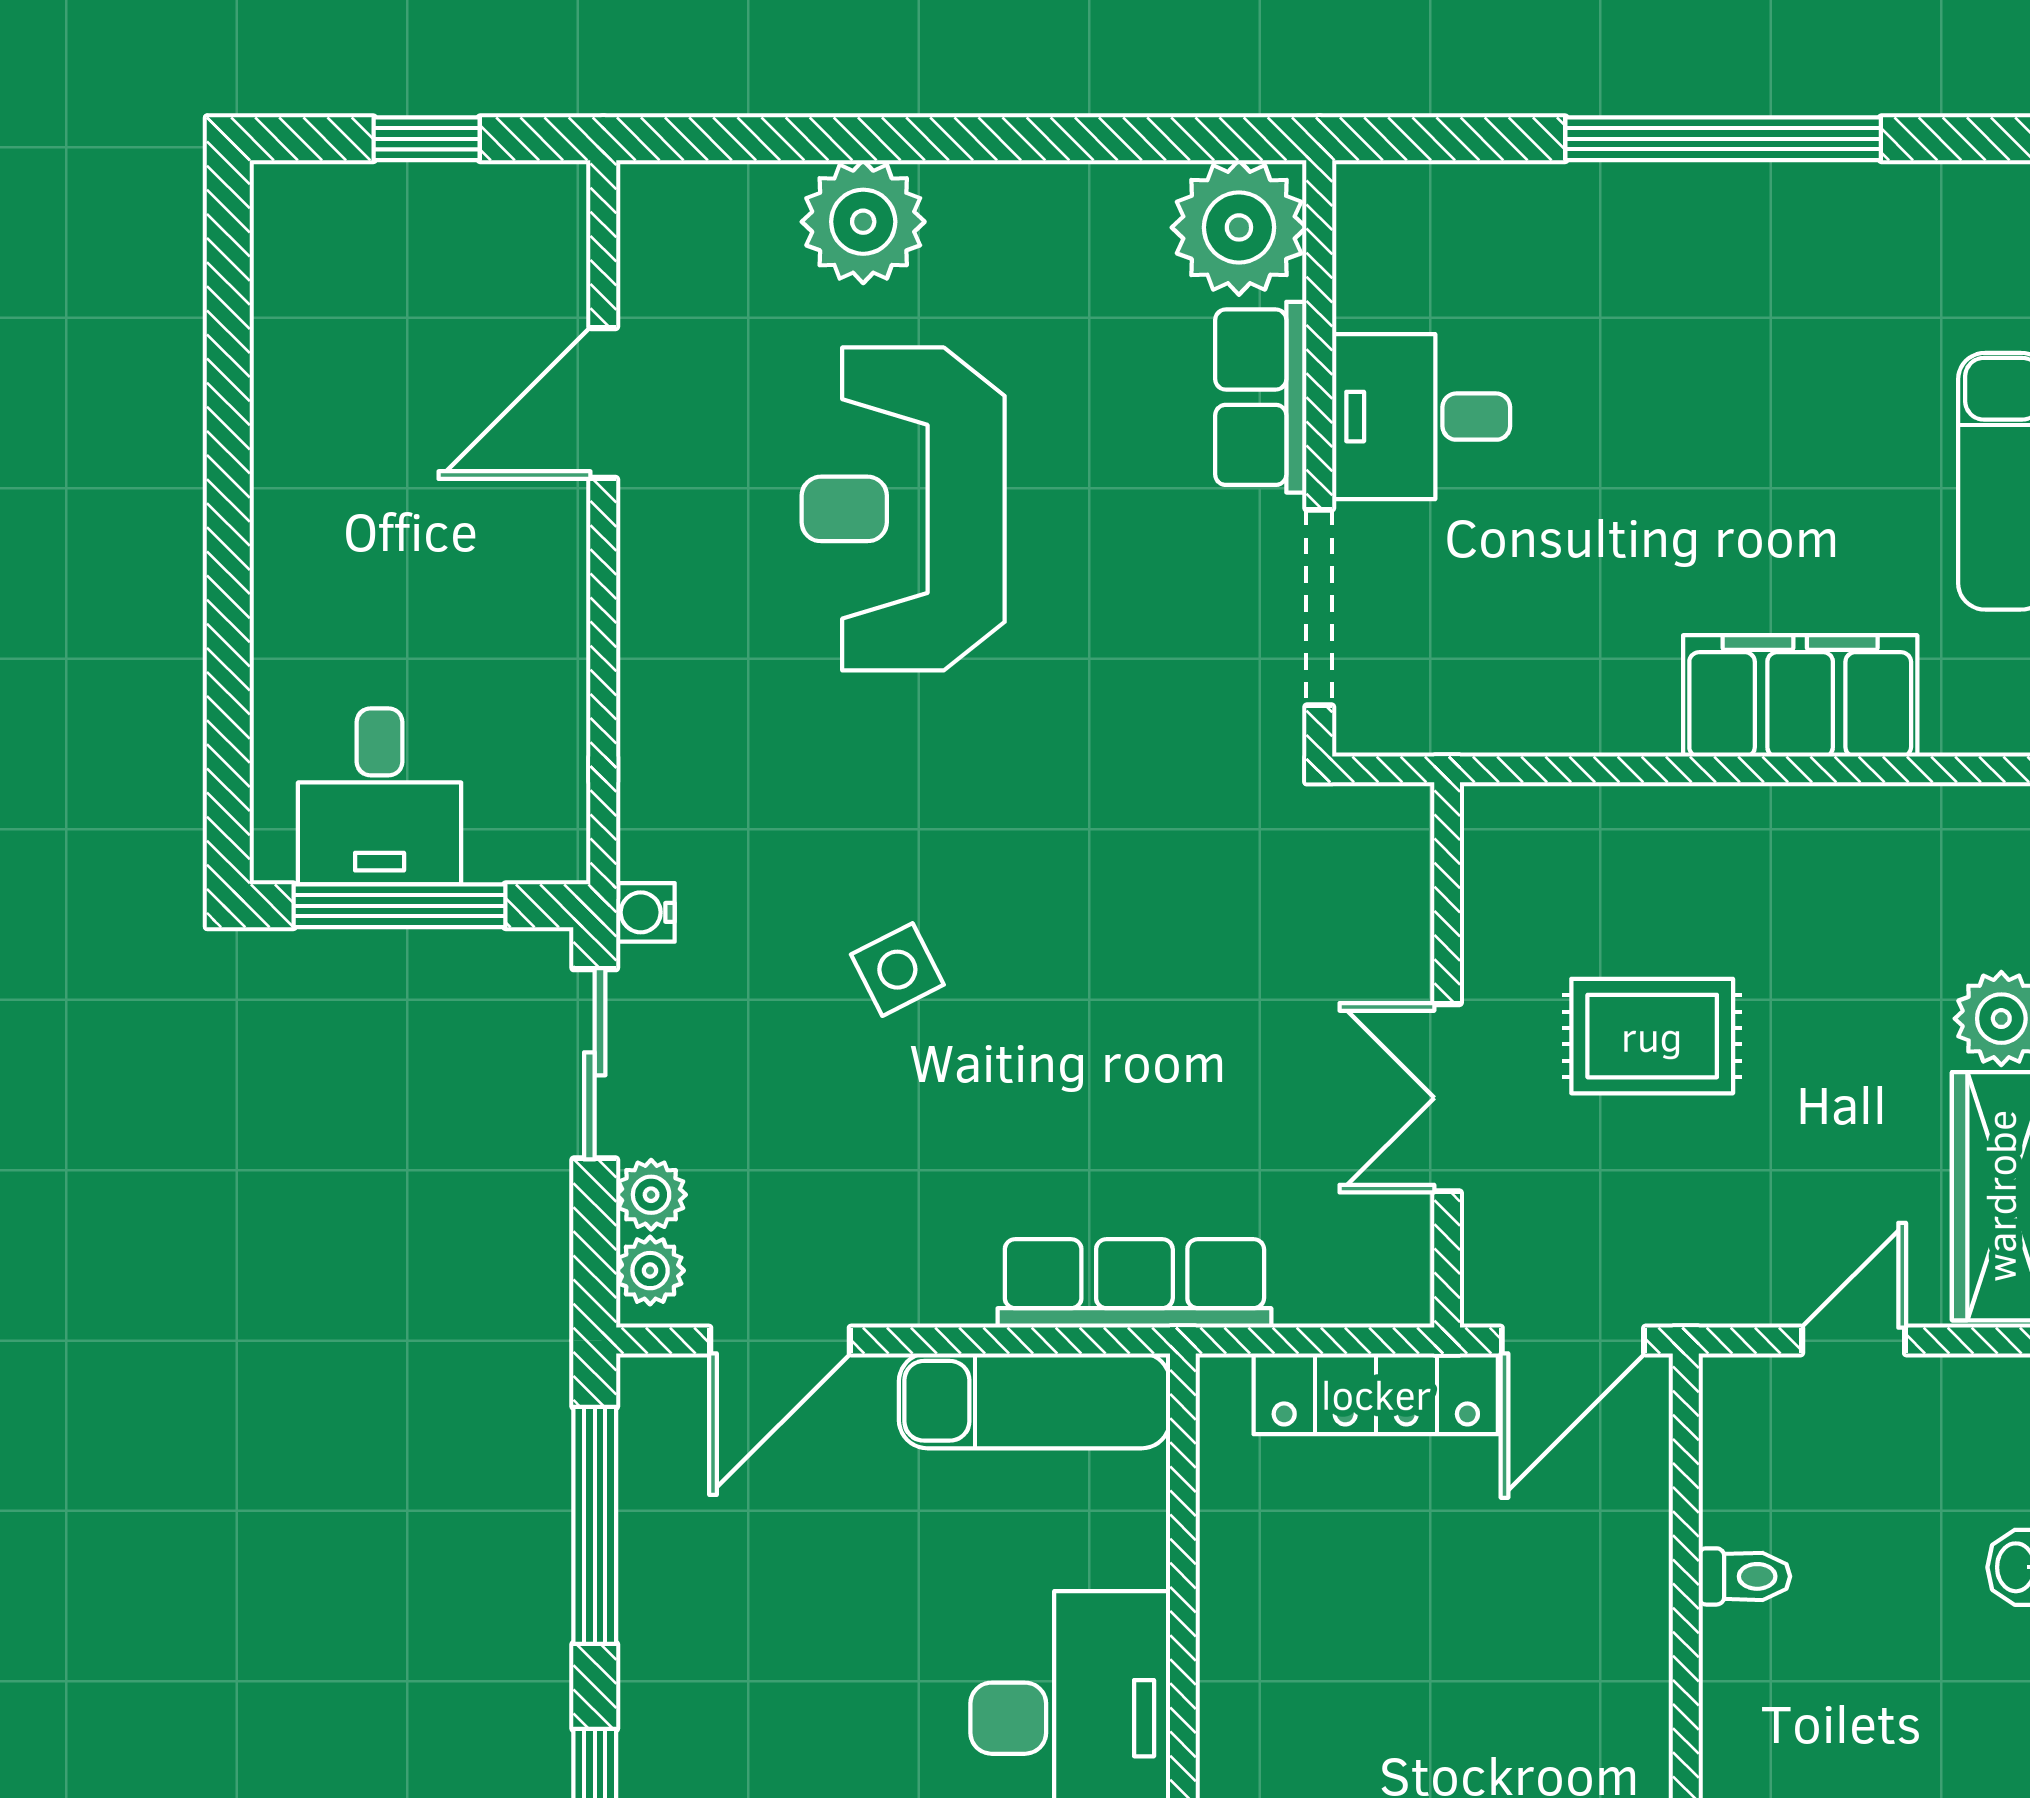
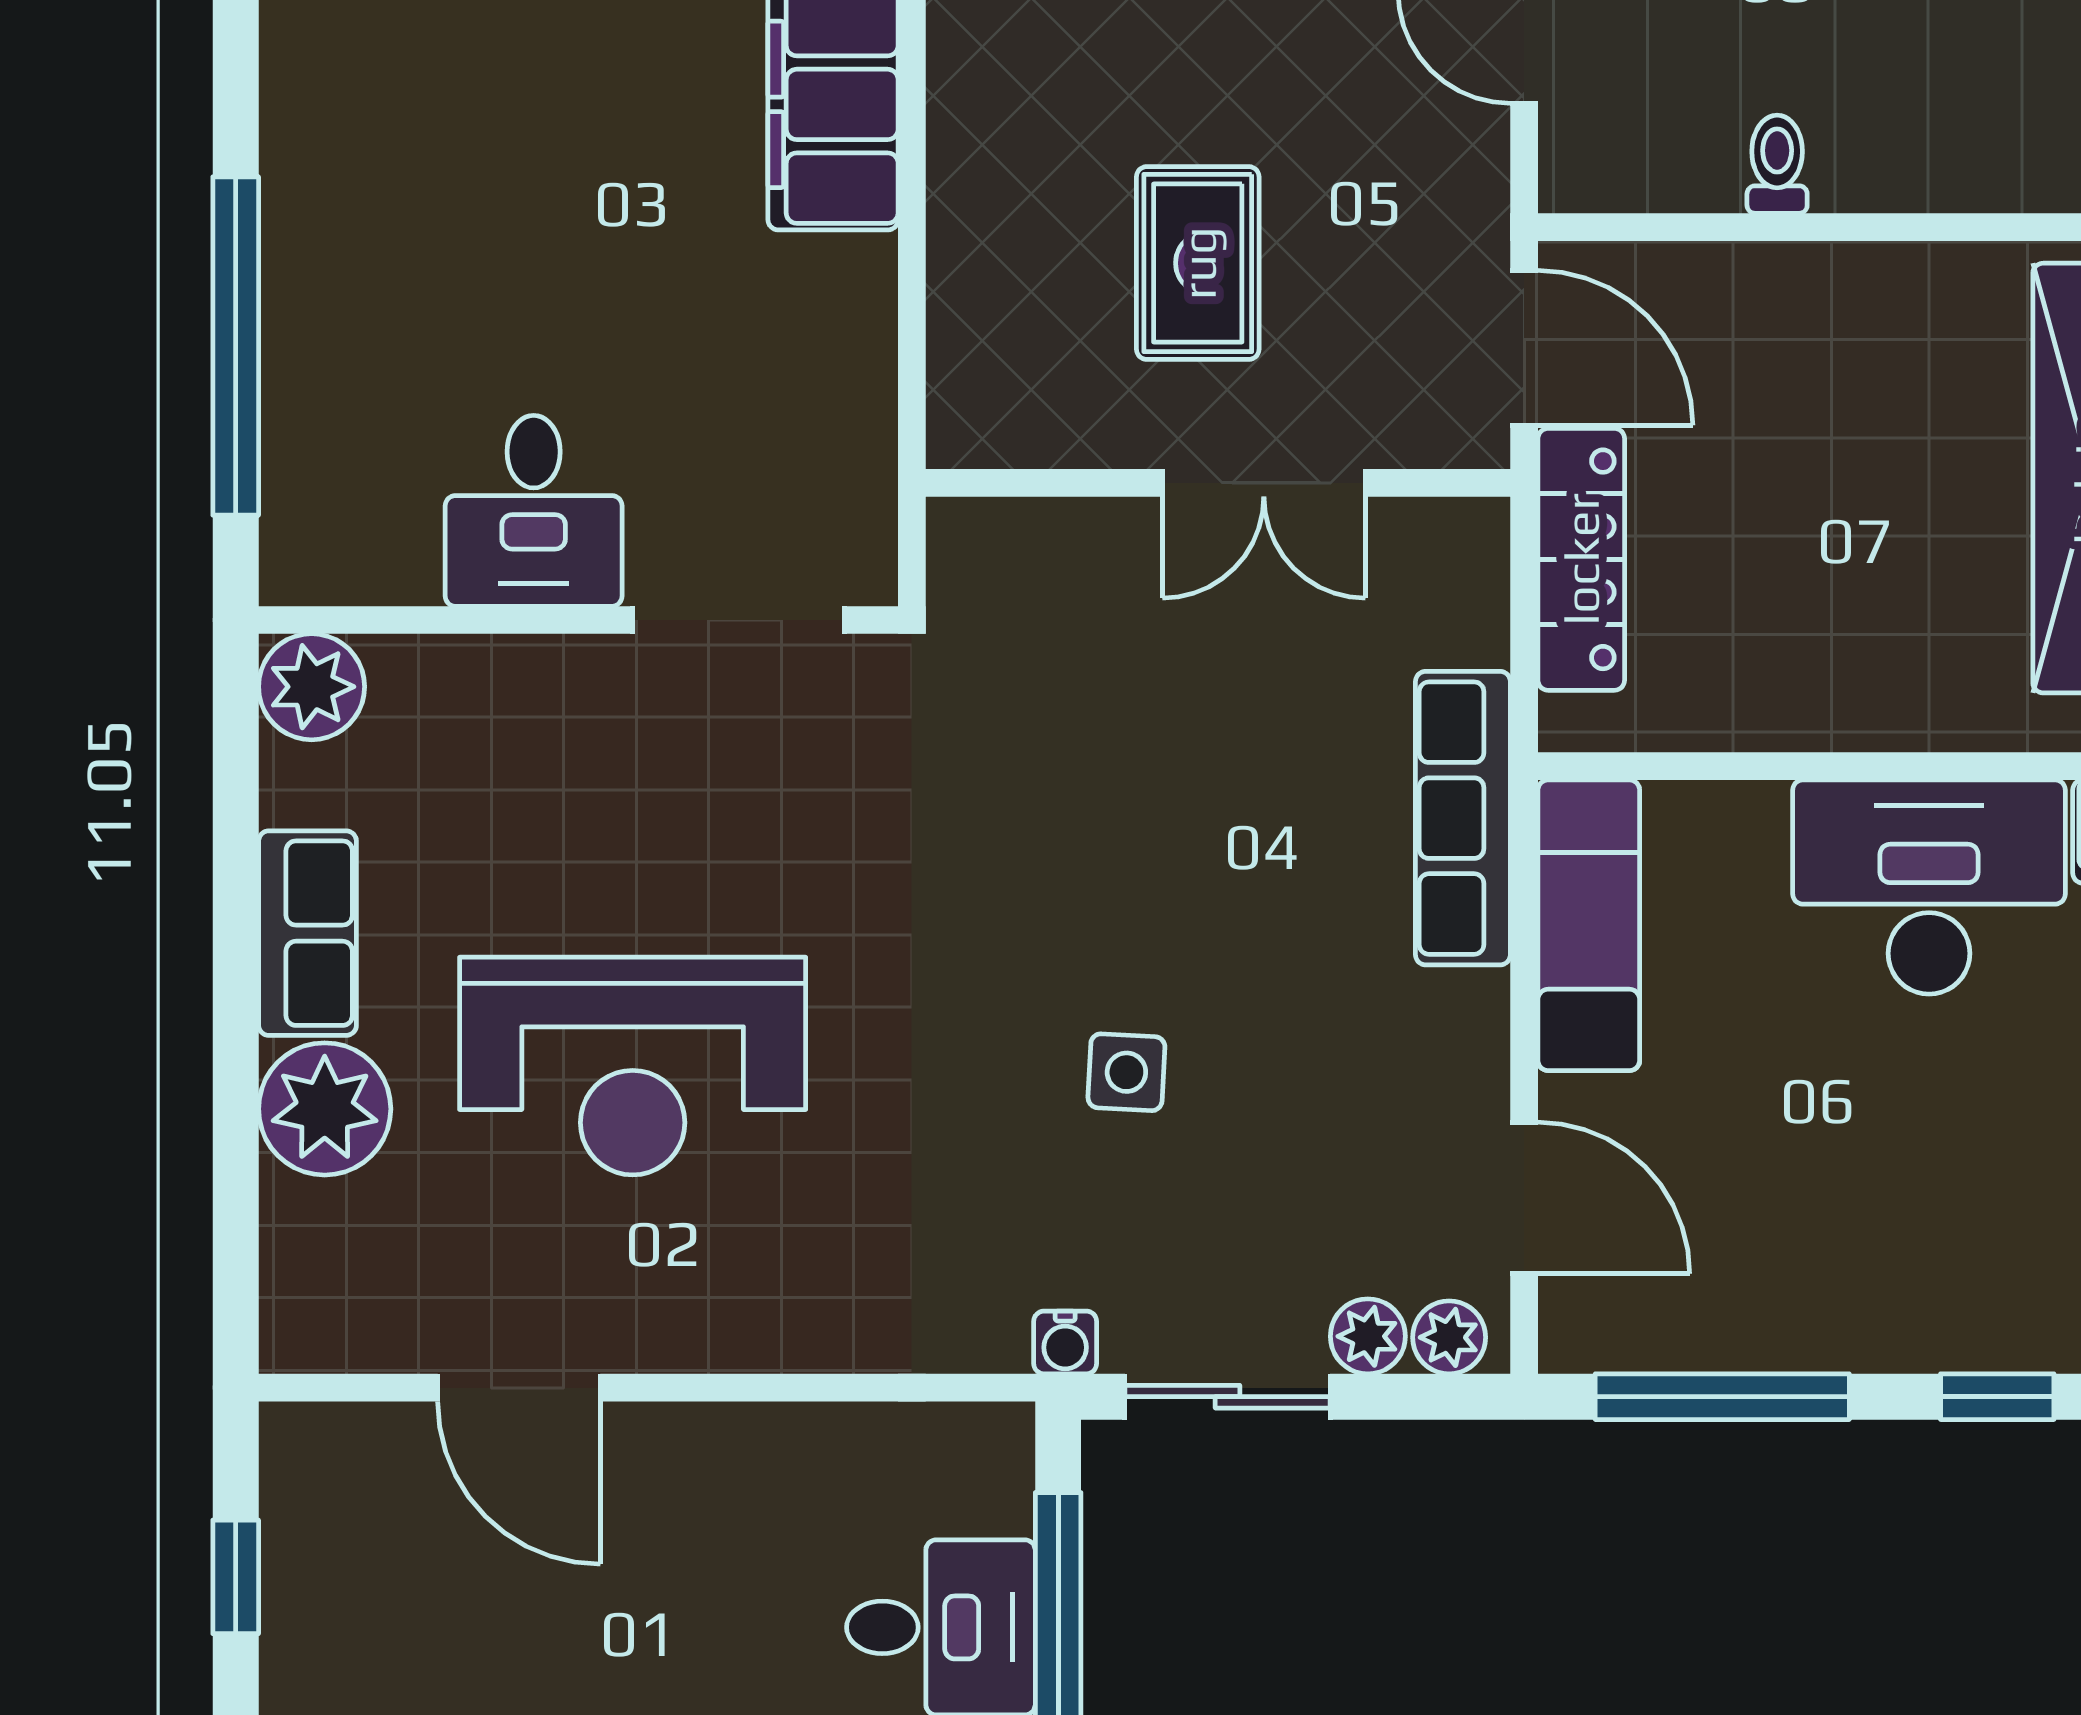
window: (1723, 139) -> (236, 346), moved
plant: (1239, 227) -> (312, 687), width x0.73, depth x0.73
row of seats: (1261, 397) -> (307, 933), moved, turned -90
side table: (897, 970) -> (1126, 1072), turned 30

